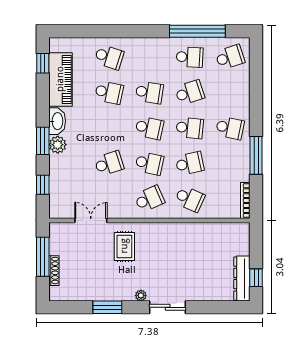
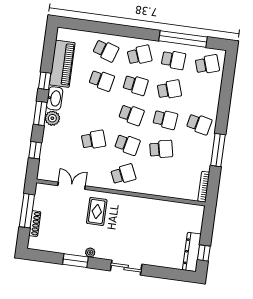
window: (43, 63) -> (45, 81), moved
school desk: (190, 199) -> (140, 55), moved, turned -45
plant: (141, 295) -> (90, 252), moved

